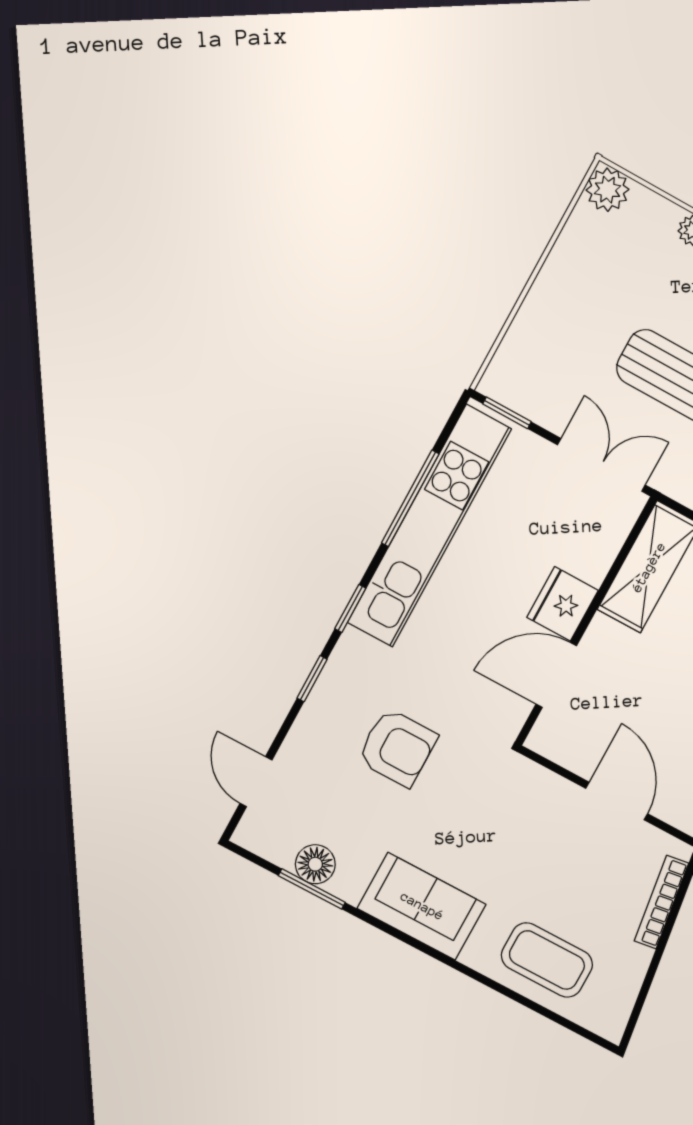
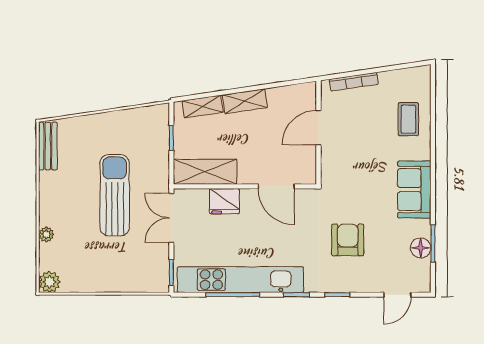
fridge: (562, 604) -> (224, 201), moved
coffee table: (547, 960) -> (408, 119), width x0.73, depth x0.77

